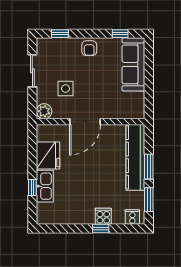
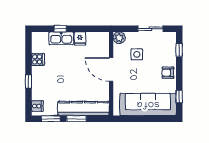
sofa: (133, 64) -> (148, 104), width x1.36, depth x1.27
fridge: (48, 155) -> (80, 39), width x0.53, depth x0.75
cooker: (103, 216) -> (38, 59), moved

